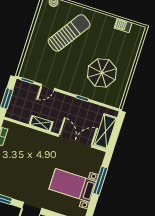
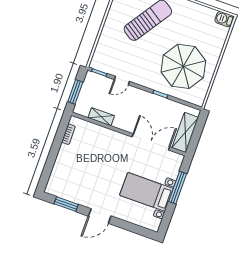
barbecue: (123, 25) -> (224, 19), moved
parasol: (102, 73) -> (183, 66), width x1.36, depth x1.36
shelving: (41, 123) -> (101, 117), moved

